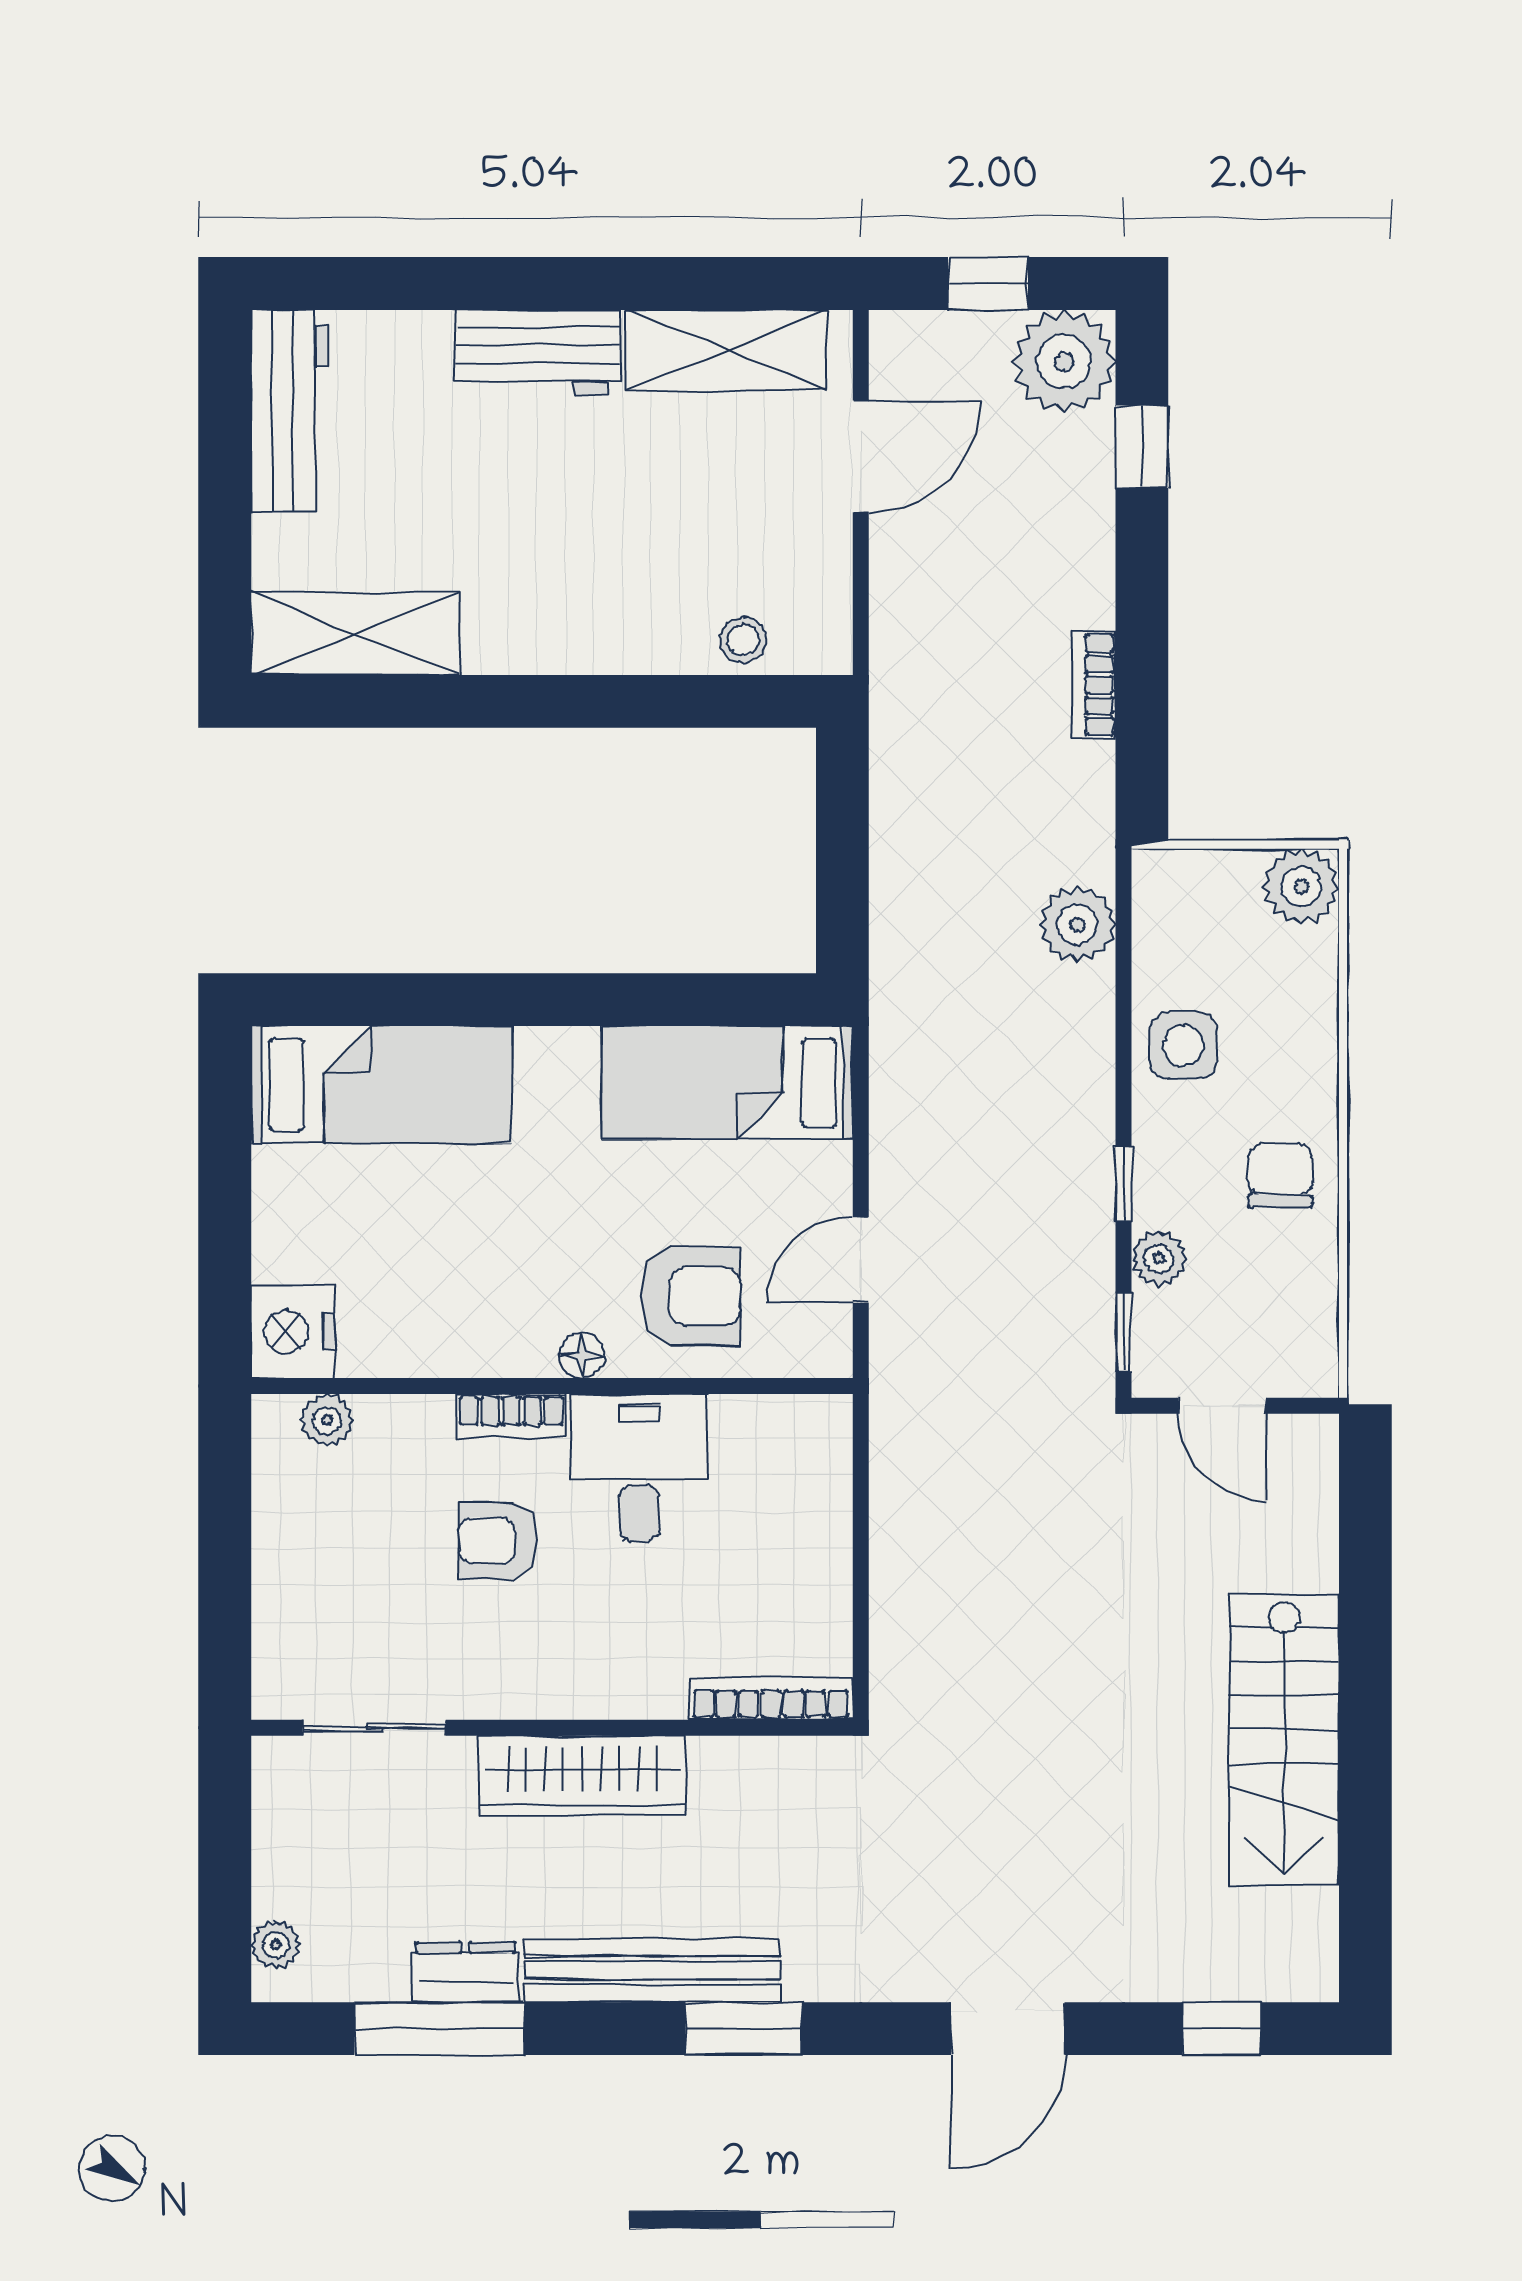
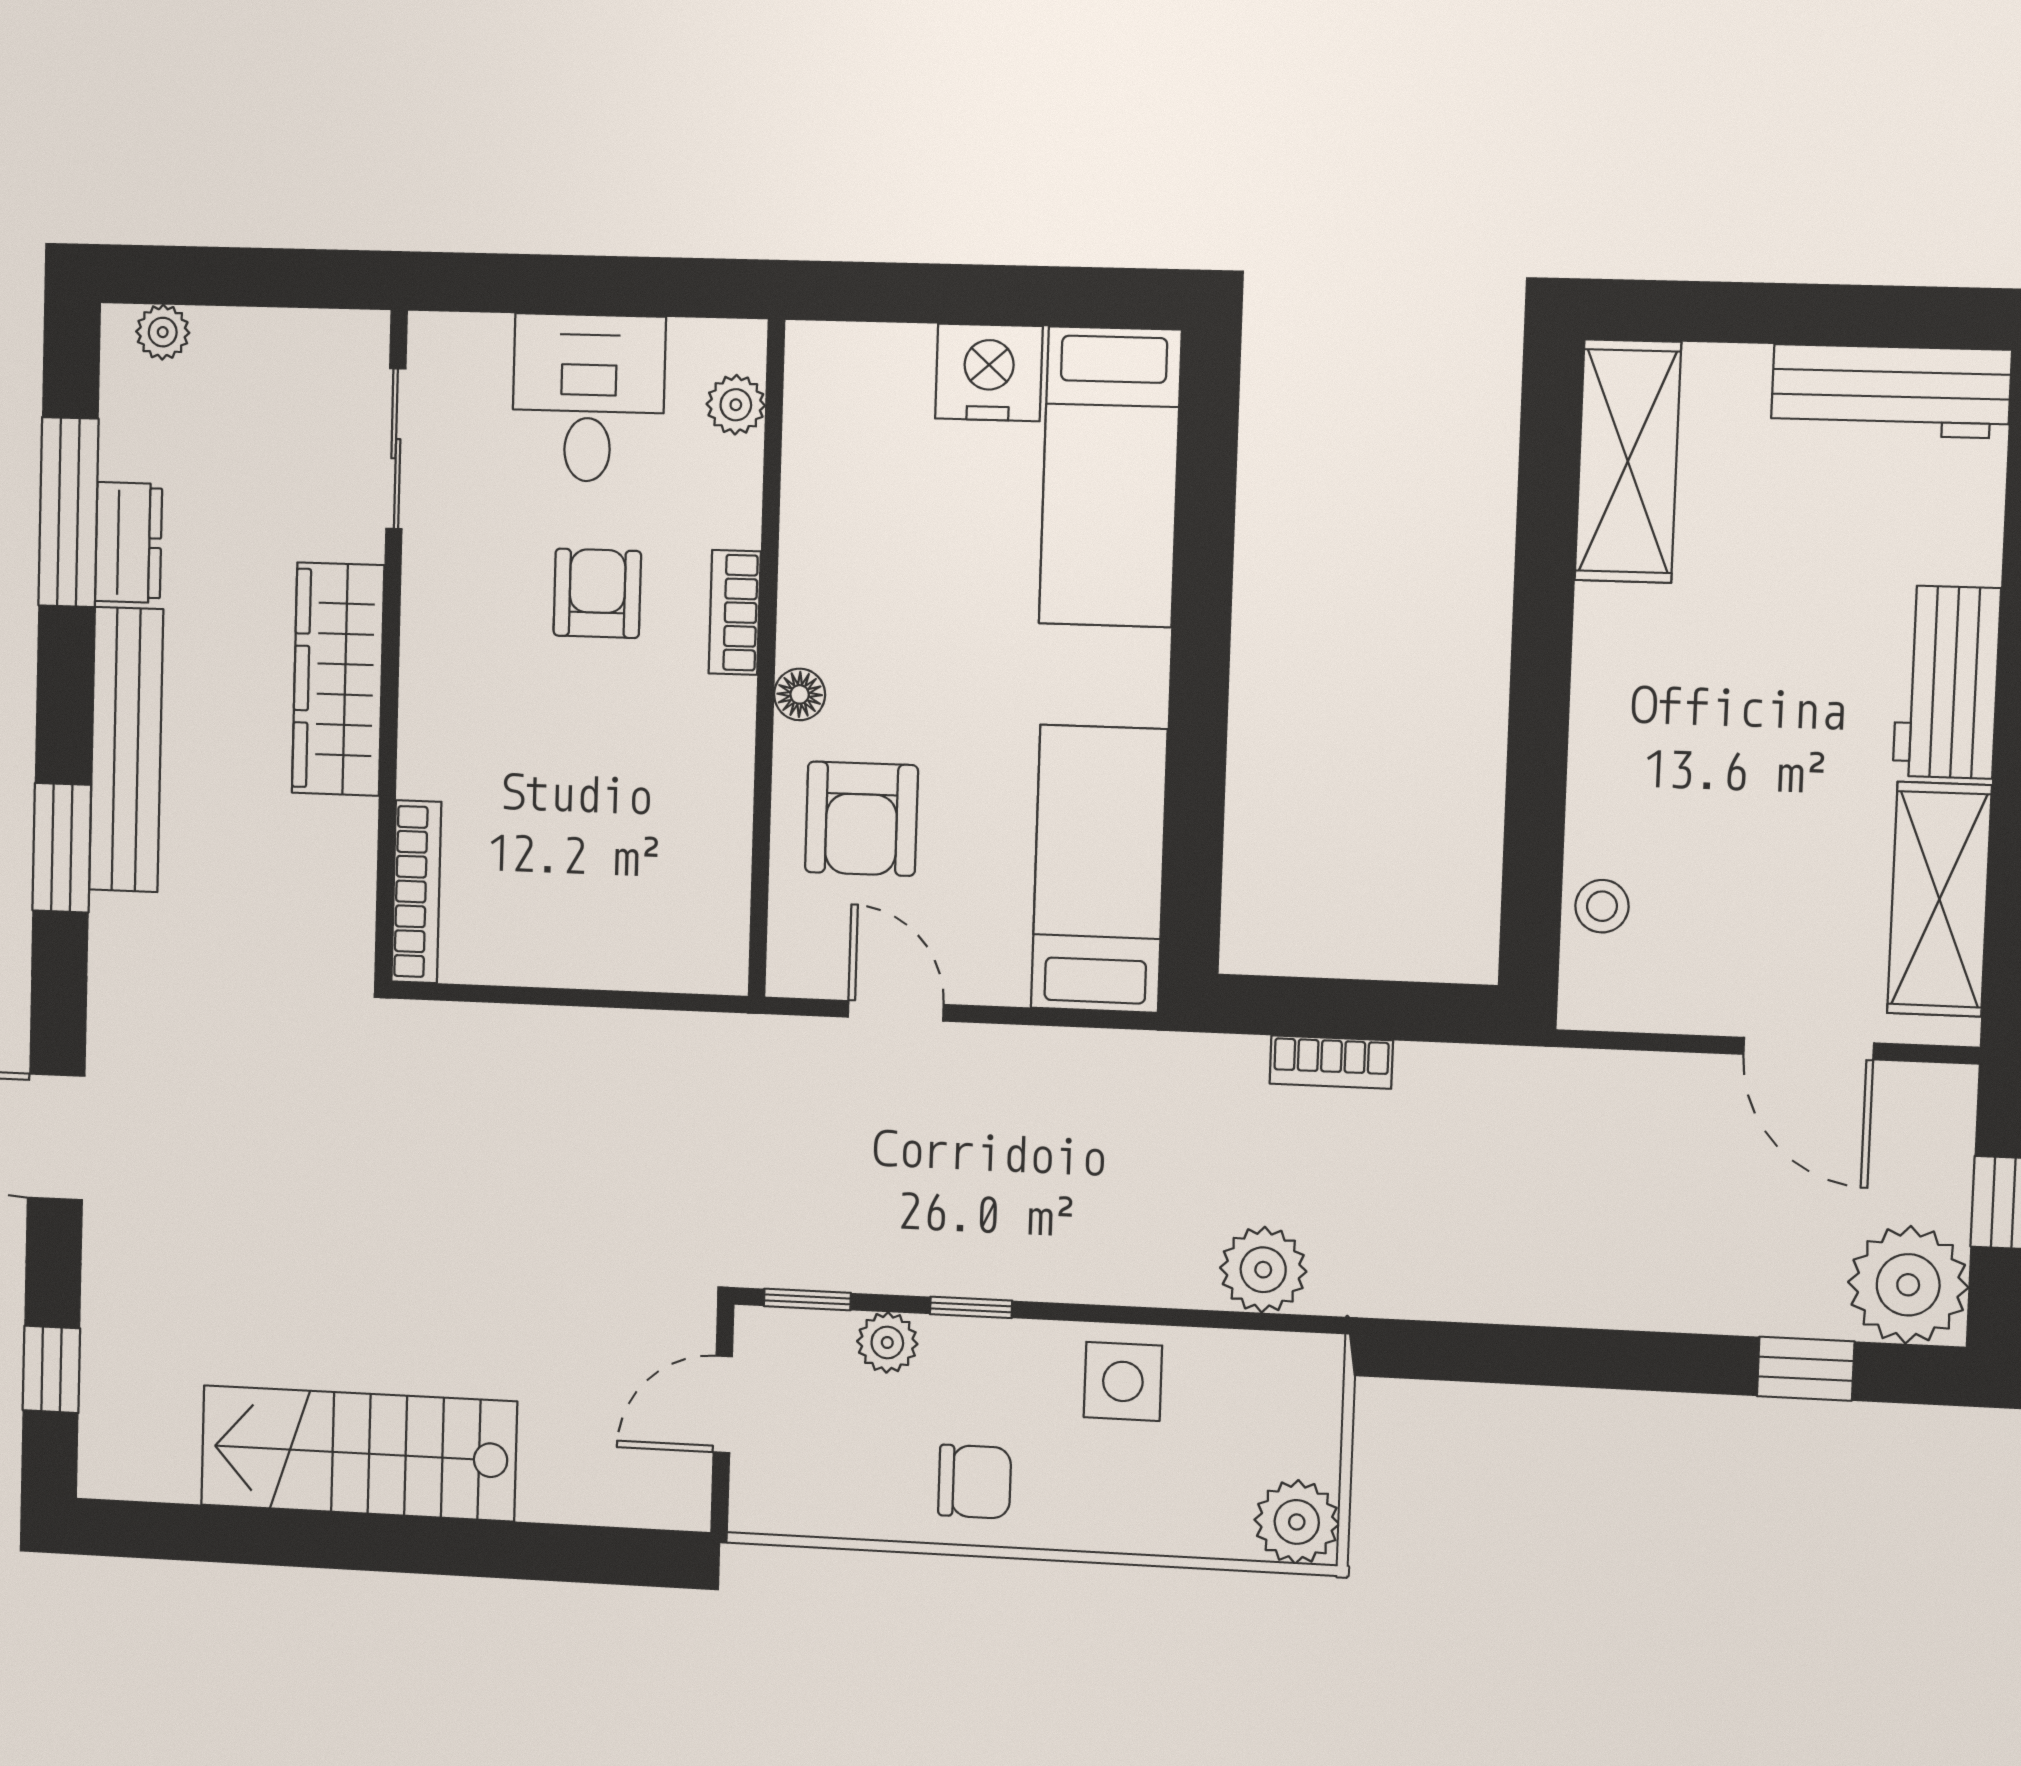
bookcase: (1094, 685) -> (1331, 1062), moved, turned 180
nightstand: (293, 1332) -> (989, 372), moved
desk: (639, 1468) -> (588, 398), moved, turned -90

